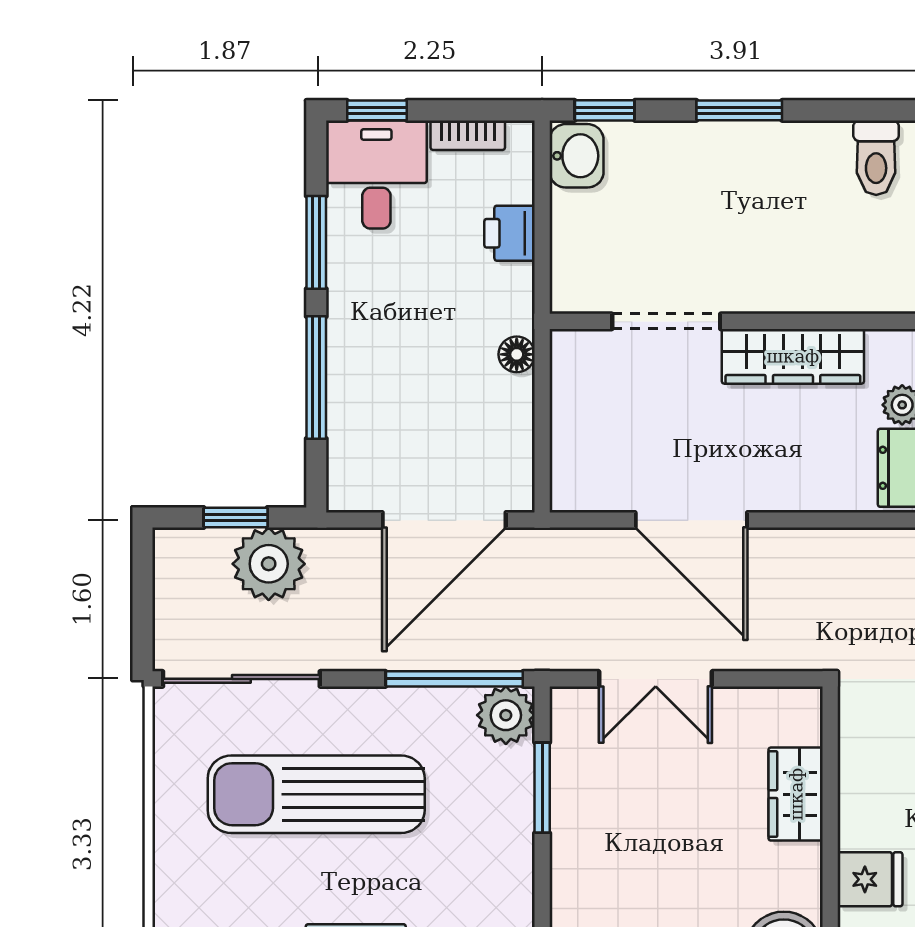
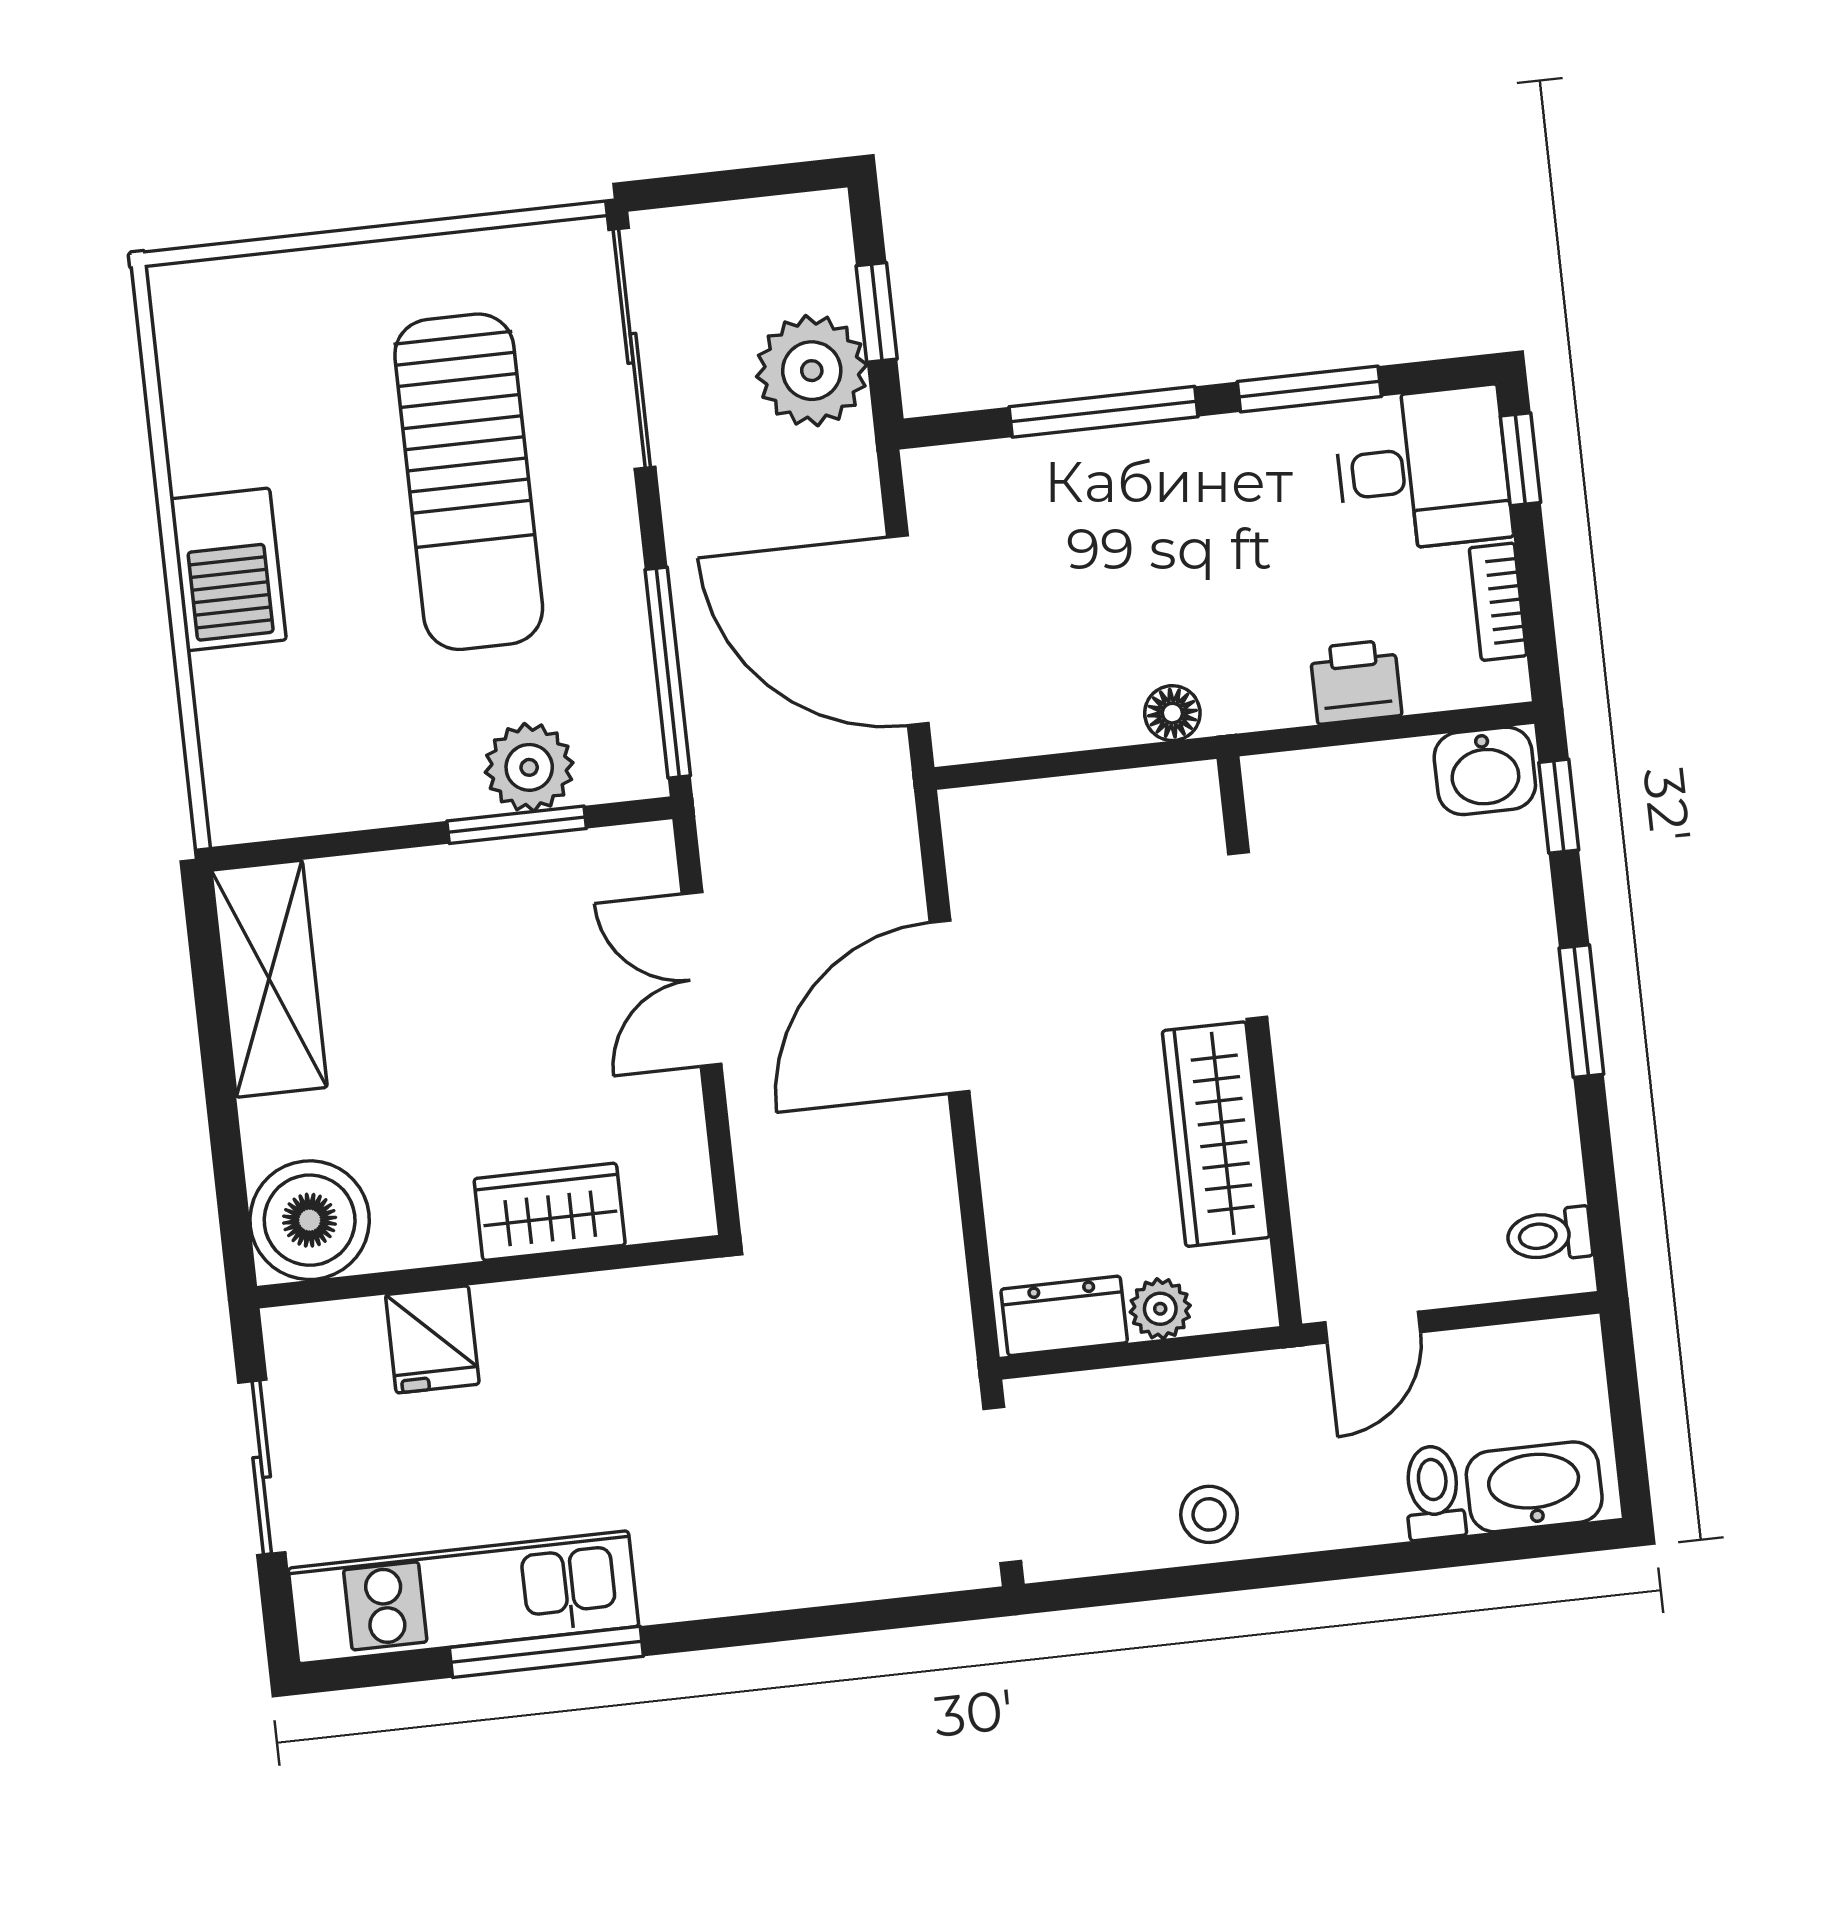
toilet: (876, 158) -> (1549, 1235), width x0.73, depth x0.72
plant: (506, 715) -> (529, 767), moved
sun lounger: (316, 794) -> (469, 482), turned 180

